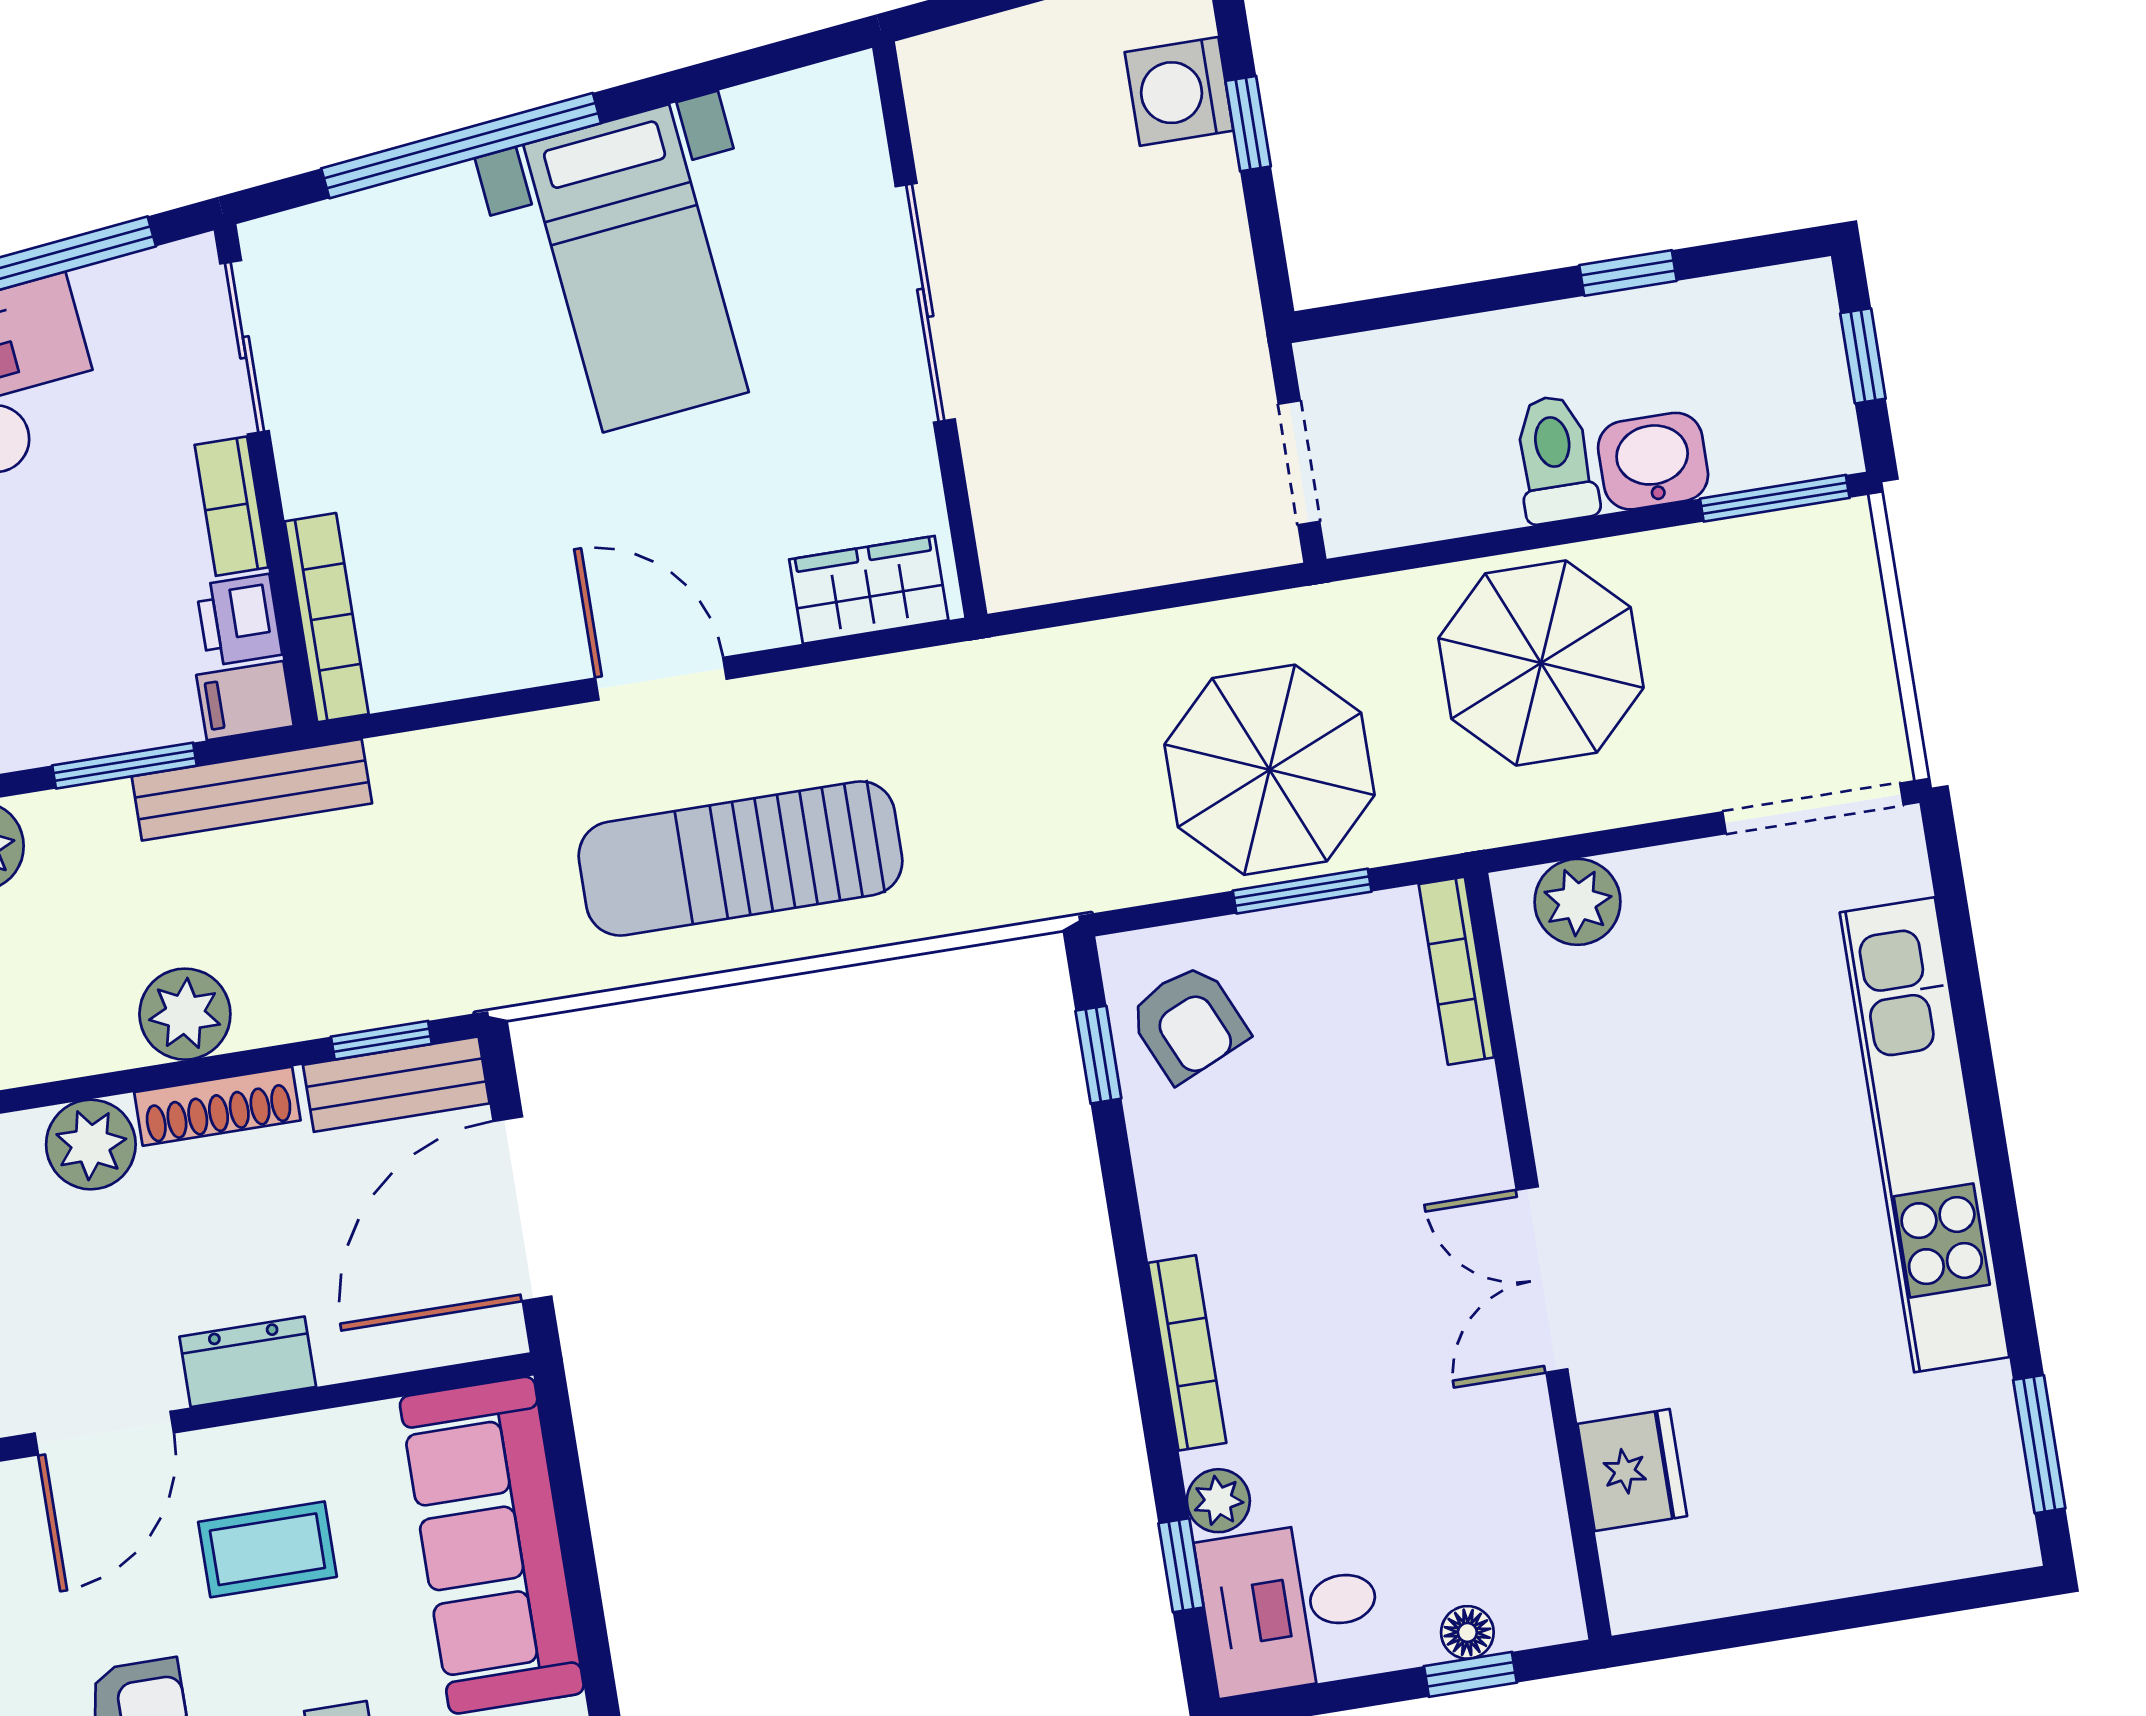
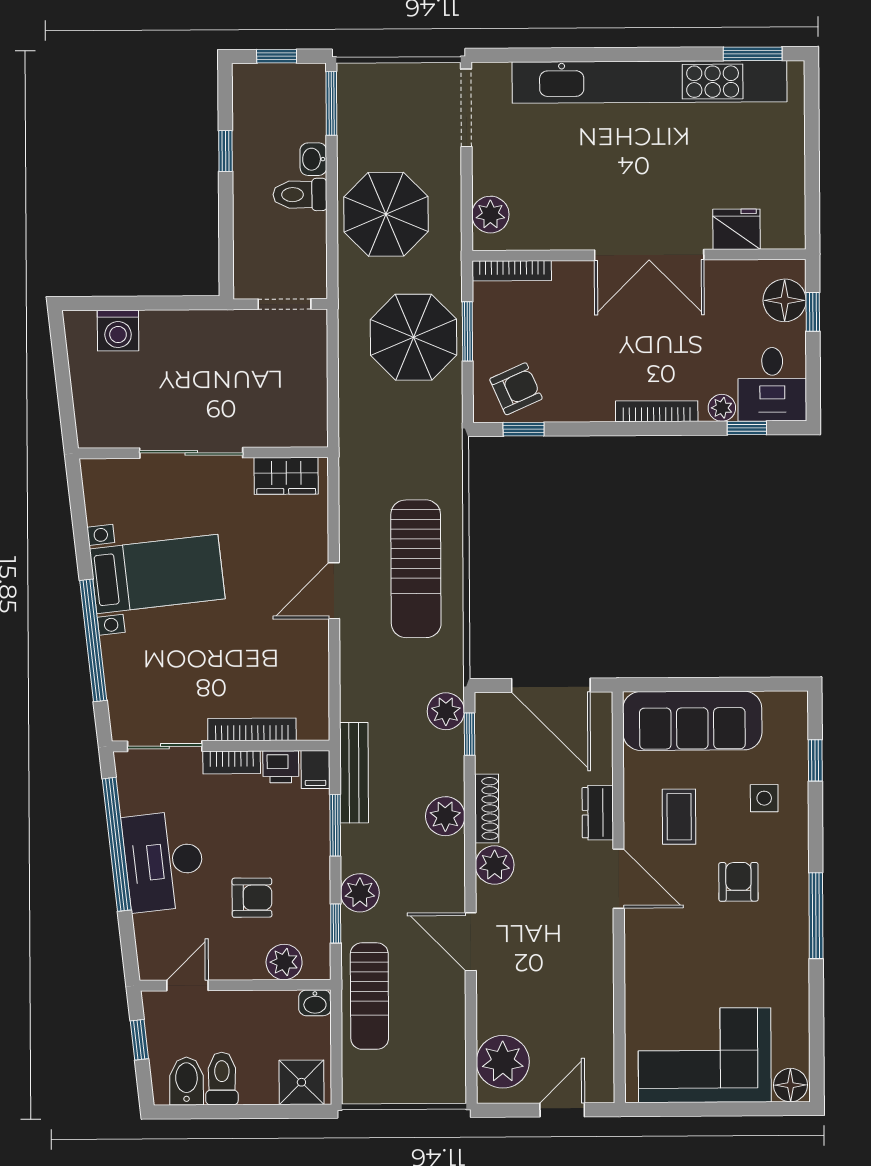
window: (1248, 124) -> (136, 303), removed
washbasin: (1653, 461) -> (313, 159), width x0.72, depth x0.69
wardrobe: (869, 590) -> (286, 476), moved, turned -90
bookcase: (327, 618) -> (252, 729), moved
plant: (425, 978) -> (446, 711), added
bench: (396, 1084) -> (489, 731), removed
kitchen unit: (1925, 1135) -> (649, 82), width x1.36
double door: (1542, 1280) -> (649, 255), width x1.37
floor lamp: (1467, 1632) -> (785, 300), width x1.89, depth x1.89

